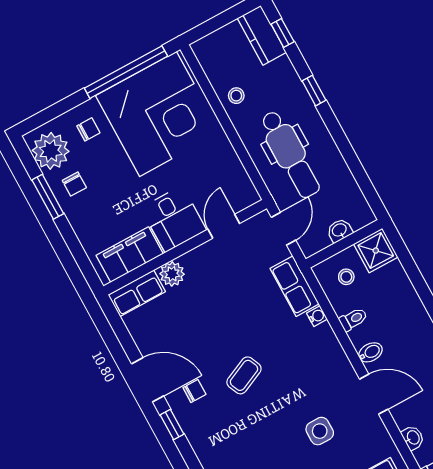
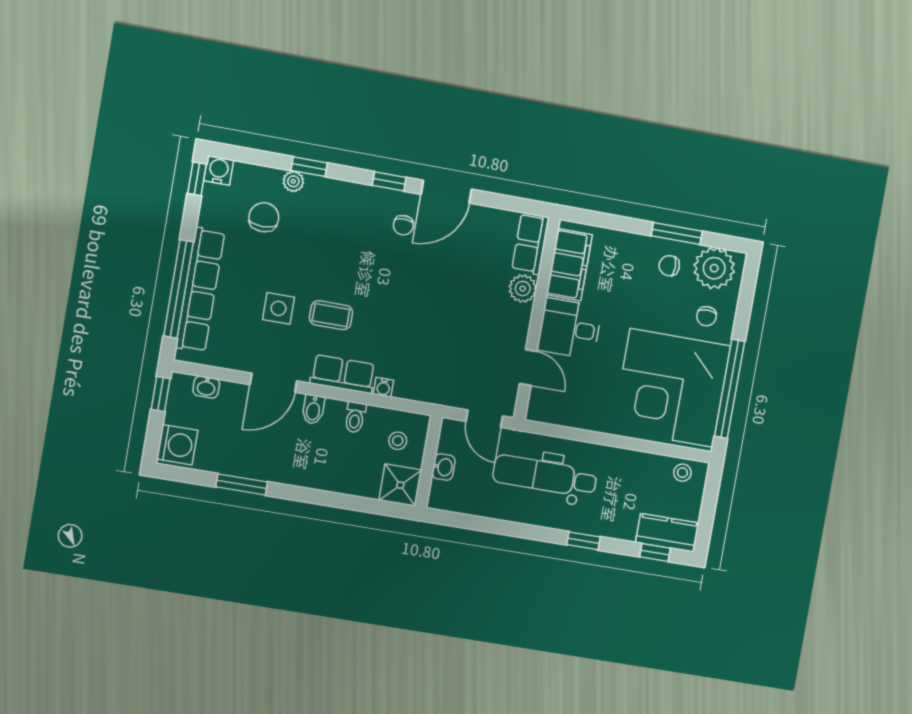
stool: (236, 96) -> (682, 473), moved
row of seats: (295, 286) -> (343, 374), moved
coffee table: (244, 375) -> (331, 315), moved, turned -66

